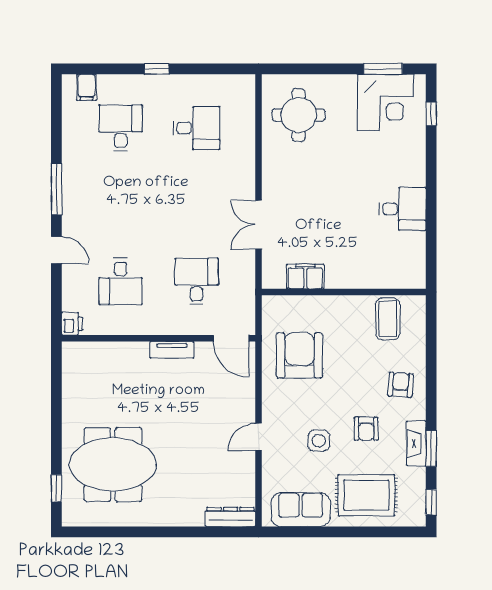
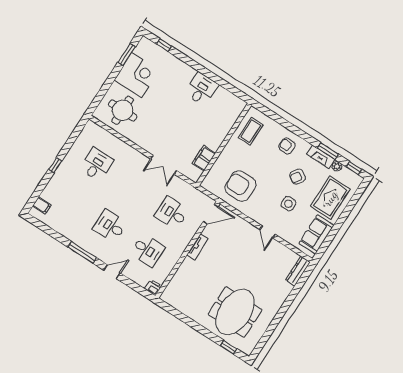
corner desk: (385, 102) -> (137, 75), moved
desk: (121, 128) -> (110, 226), moved
coffee table: (388, 319) -> (251, 131), turned 90
armchair: (366, 429) -> (298, 177), turned 122
plant: (418, 476) -> (337, 166), added

